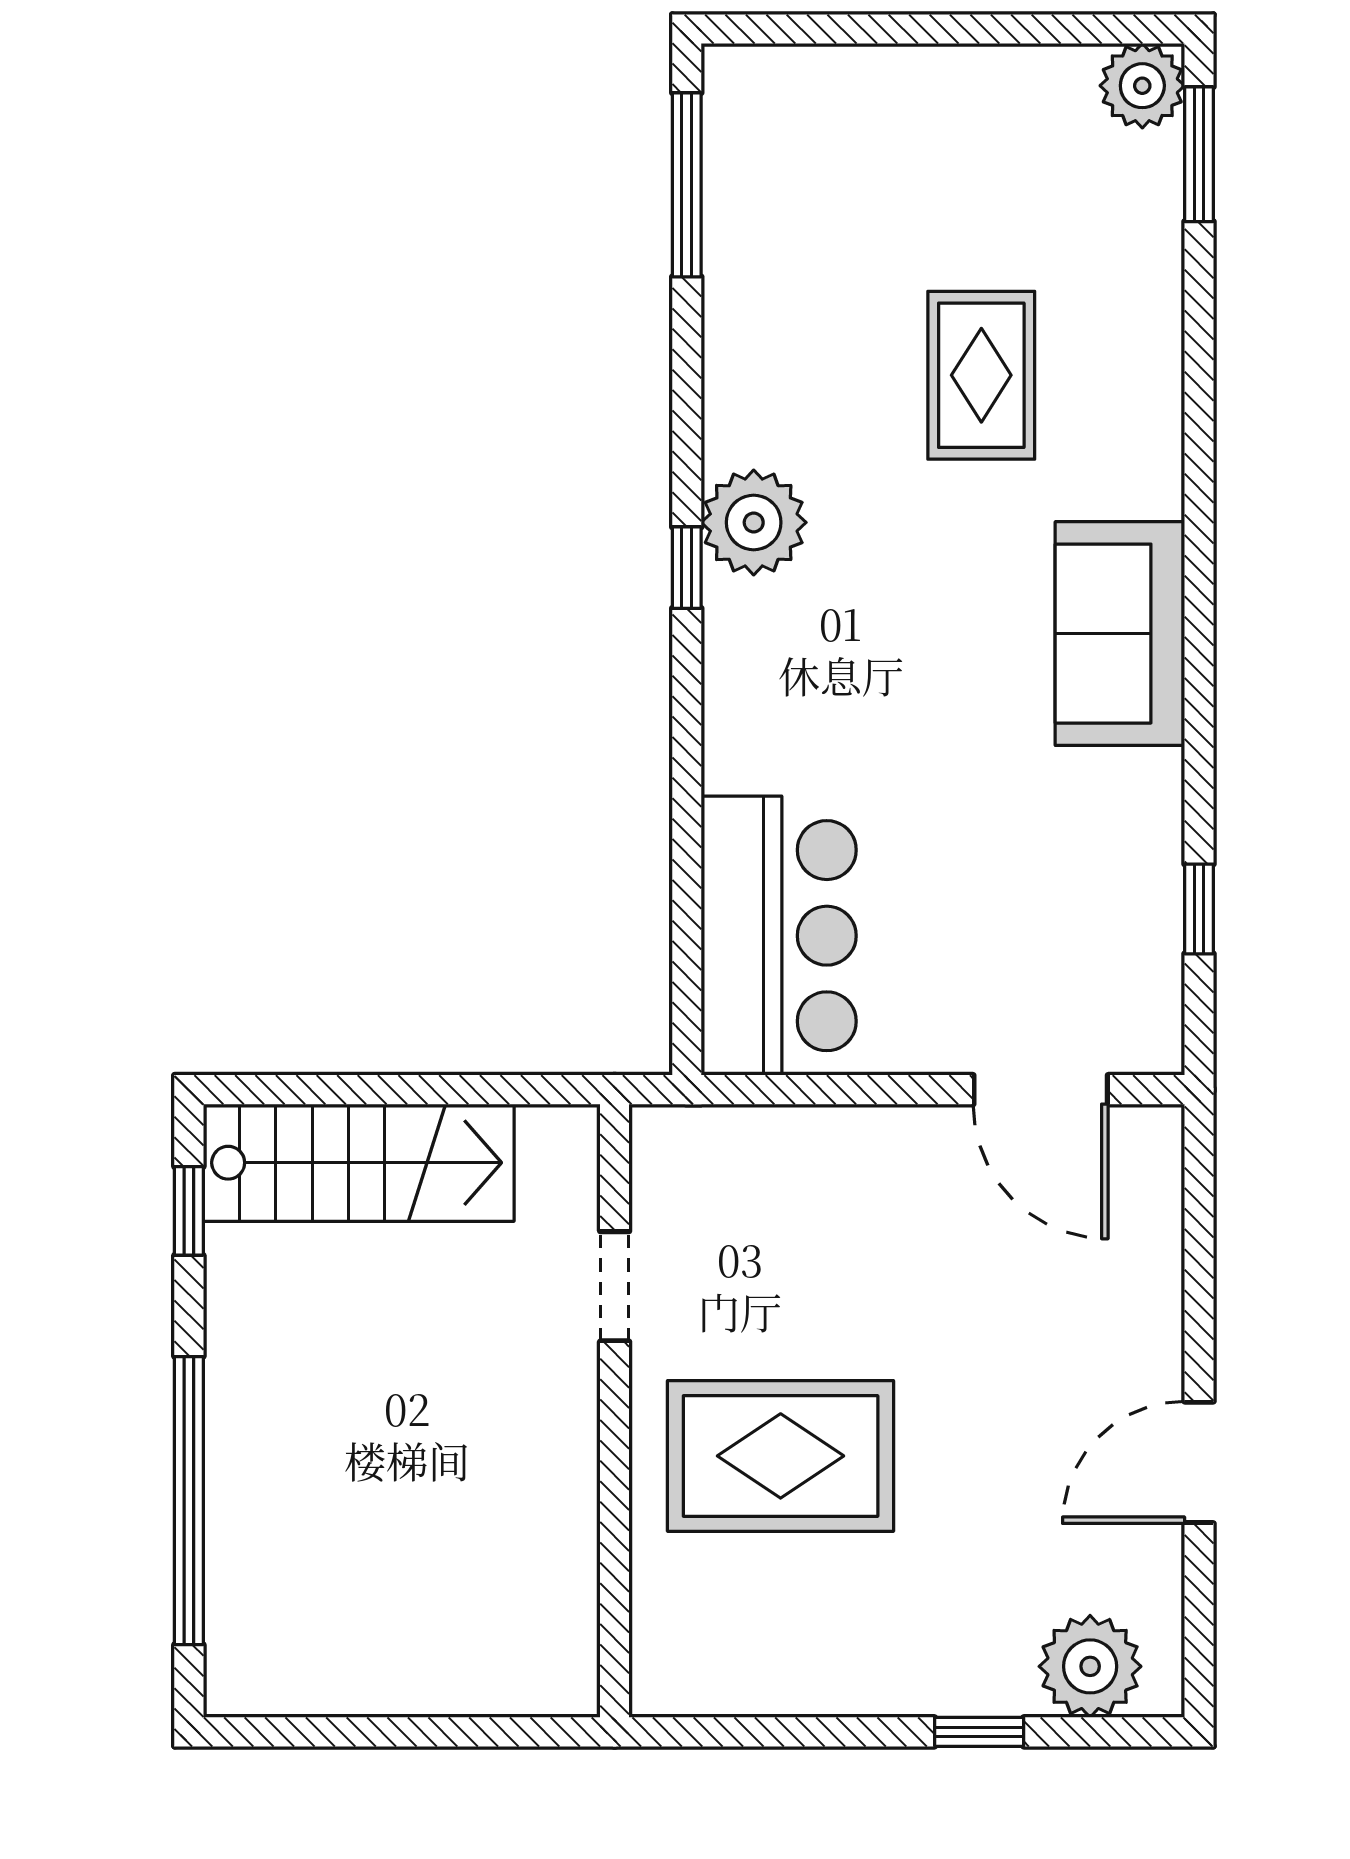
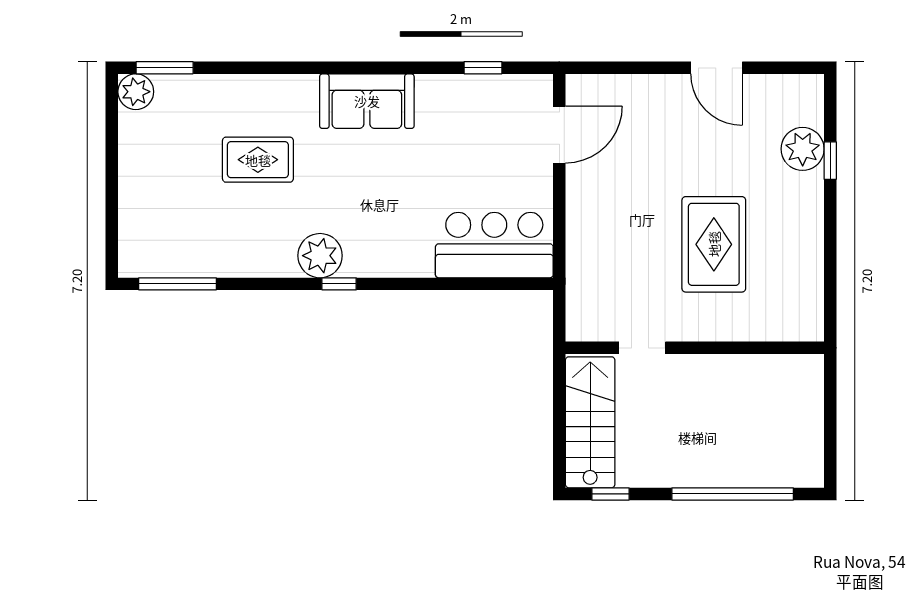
doorway: (615, 1286) -> (642, 348), moved
wall: (615, 1411) -> (695, 348), moved
plant: (1090, 1666) -> (803, 149), moved

